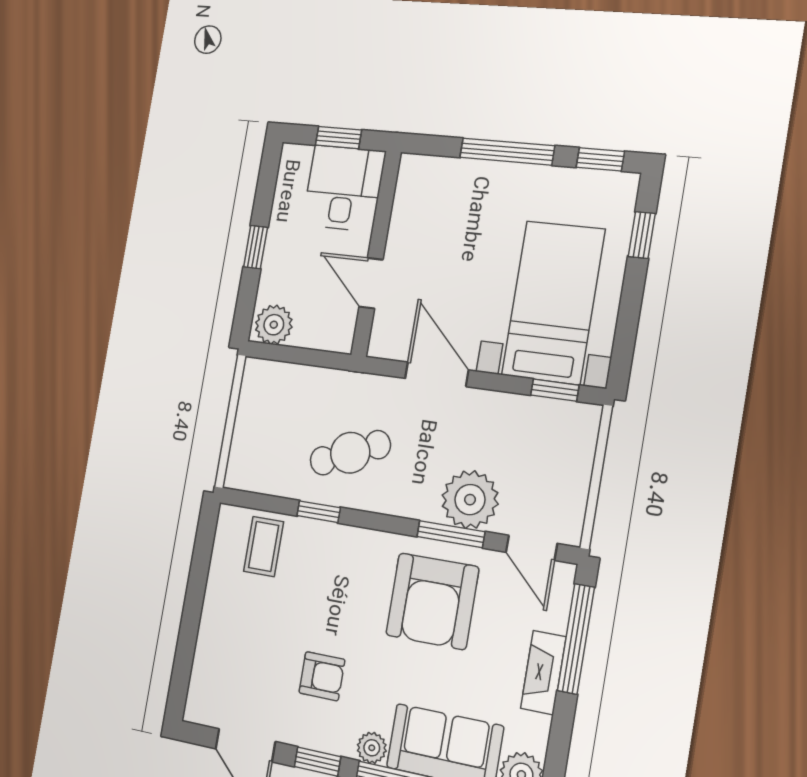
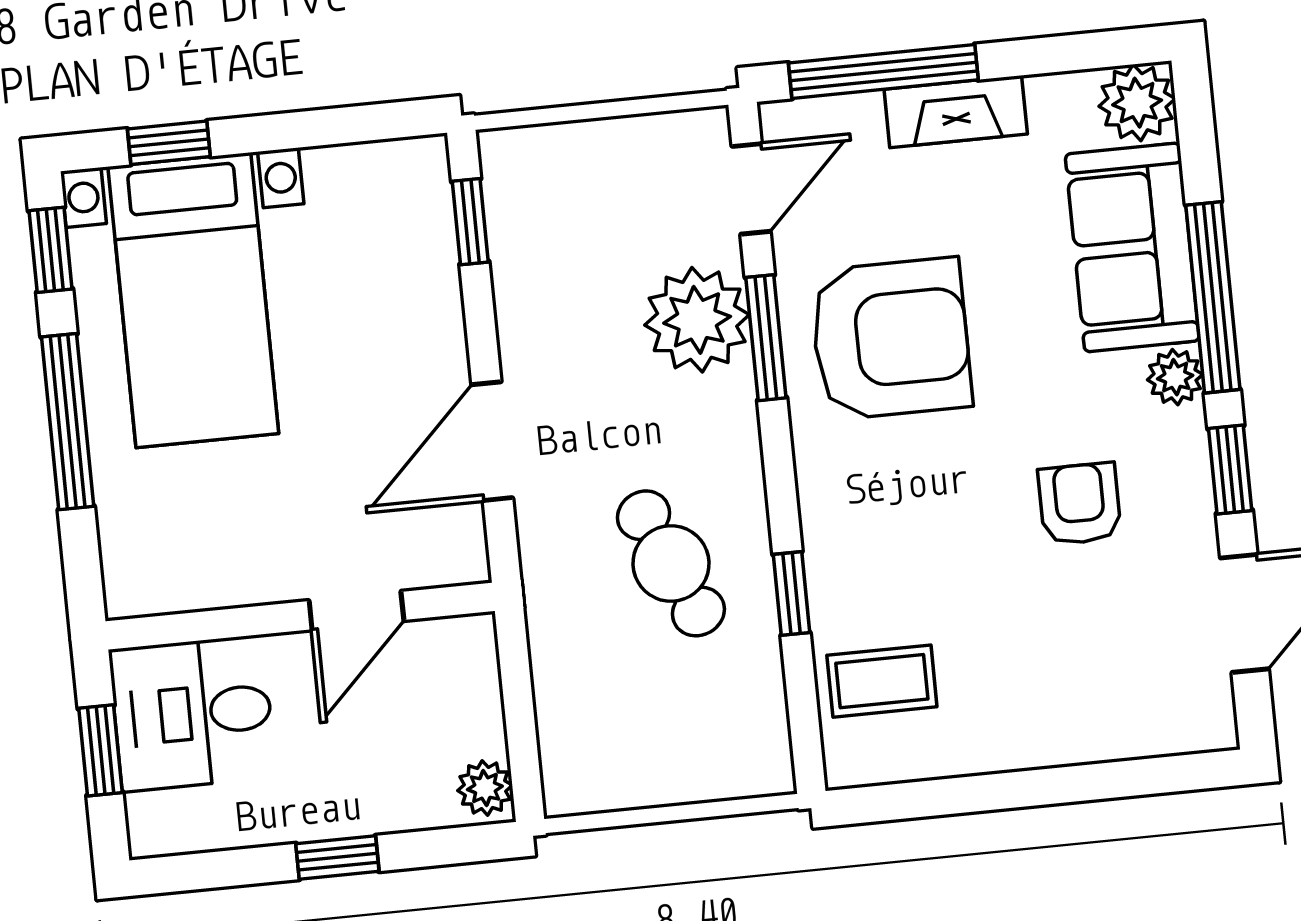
bed with nightstands: (553, 302) -> (193, 300), moved, turned -90
plant: (274, 325) -> (485, 788), width x0.73, depth x0.73

